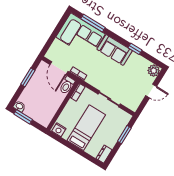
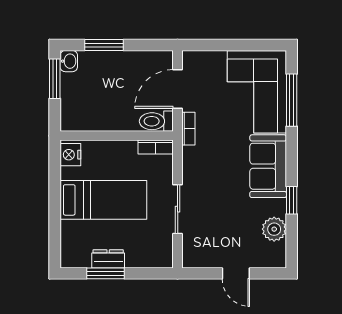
plant: (154, 71) -> (274, 229), moved
window: (28, 77) -> (104, 45), moved
window: (124, 135) -> (105, 273), moved
dresser: (104, 154) -> (108, 259), moved

